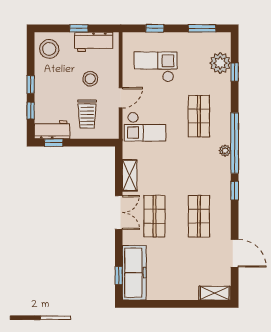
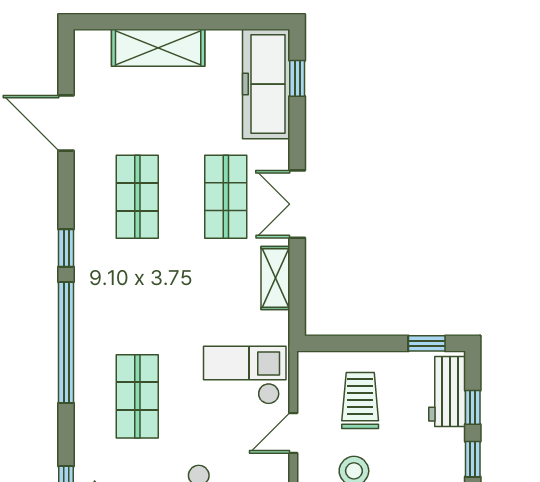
workbench: (52, 130) -> (447, 392), moved, turned 90
plant: (225, 151) -> (85, 328), removed
shelving: (215, 293) -> (158, 48), moved, width x1.50, depth x1.33

